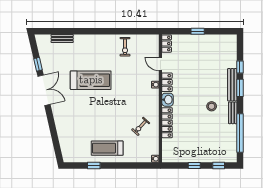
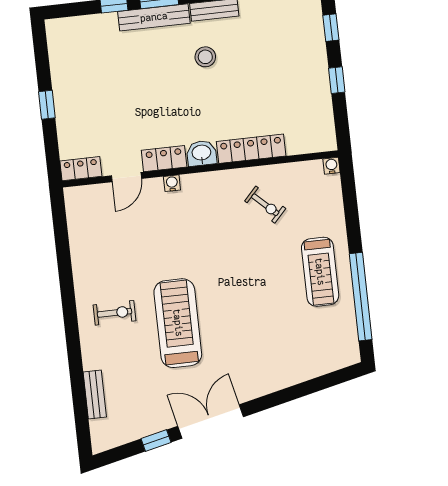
exercise bike: (125, 47) -> (115, 313), moved
window: (94, 165) -> (361, 297), width x3.17

